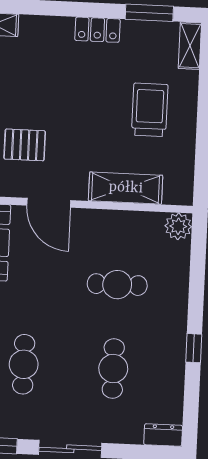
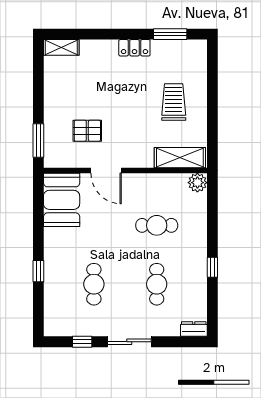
shelving: (190, 46) -> (200, 56), removed
shelving: (126, 188) -> (180, 158), moved

